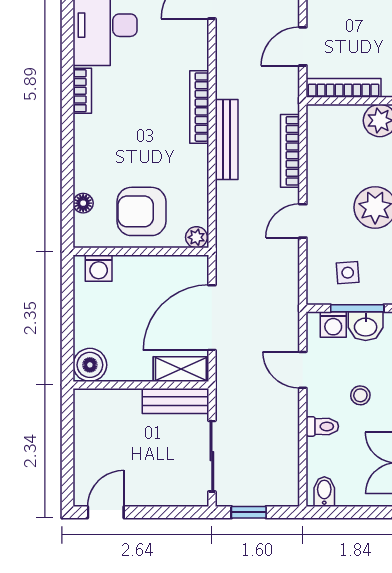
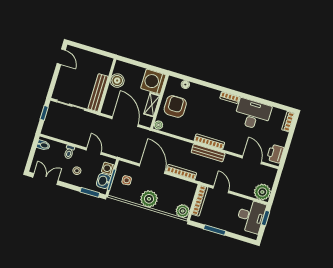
bench: (227, 140) -> (208, 153), moved
door: (303, 221) -> (152, 169), width x1.87
washing machine: (99, 268) -> (153, 82), width x1.89, depth x1.89
boiler: (90, 365) -> (117, 81), moved
shelving: (181, 369) -> (152, 105), moved
door: (303, 370) -> (94, 151), hinge flipped
bench: (175, 401) -> (98, 93), width x1.36

